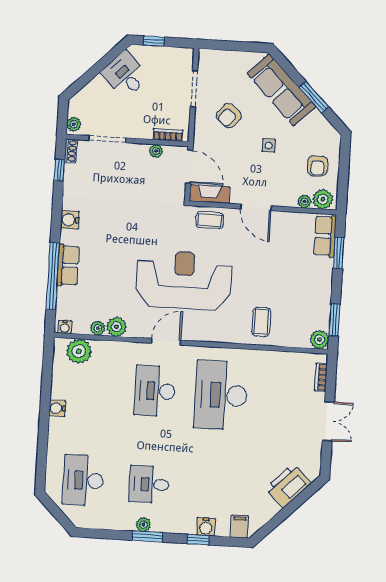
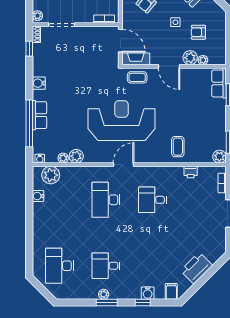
plant: (156, 151) -> (96, 31), removed
armchair: (318, 166) -> (198, 32), moved, turned 90
plant: (323, 199) -> (190, 58), moved
door: (166, 342) -> (124, 165), moved
printer: (277, 359) -> (191, 172), added
desk: (221, 395) -> (153, 200), width x0.53, depth x0.77
water cooler: (57, 408) -> (38, 196), moved
printer: (288, 486) -> (196, 268), moved

